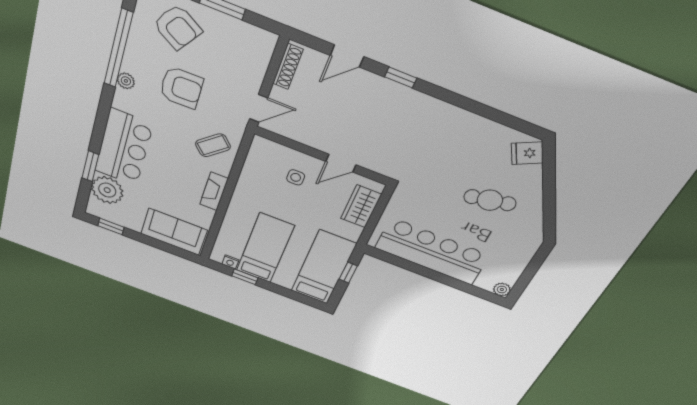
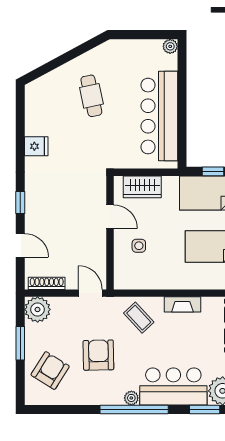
plant: (259, 43) -> (38, 309), added
window: (118, 49) -> (134, 410), moved
plant: (126, 81) -> (131, 398), moved
fridge: (527, 153) -> (36, 146), moved, turned -62

